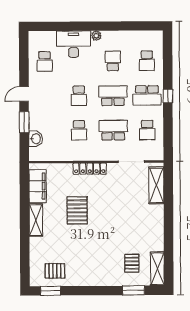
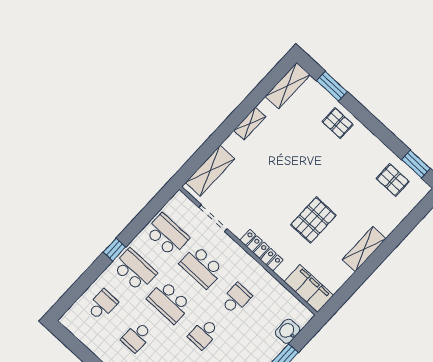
school desk: (79, 96) -> (204, 334), turned 180
school desk: (147, 130) -> (167, 235), width x1.85
filing cabinet: (38, 186) -> (309, 289), moved, turned 90
shelving: (159, 230) -> (250, 123), added
pallet: (132, 263) -> (338, 123), moved, turned 90

